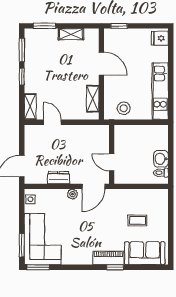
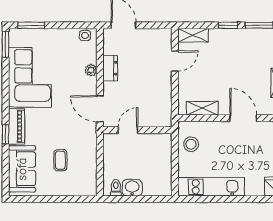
door: (101, 64) -> (243, 118), swing flipped
plant: (72, 194) -> (91, 70), moved
corner sofa: (43, 239) -> (30, 77), moved, turned -90

